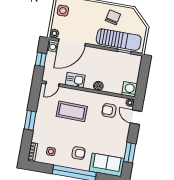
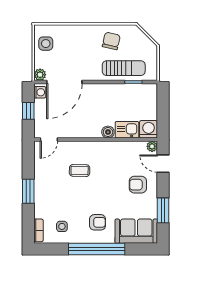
sun lounger: (119, 40) -> (124, 68), width x0.73, depth x0.75
kitchen sink: (75, 80) -> (127, 130), moved
armchair: (109, 110) -> (138, 185), moved
coffee table: (72, 111) -> (80, 170), width x0.54, depth x0.58

